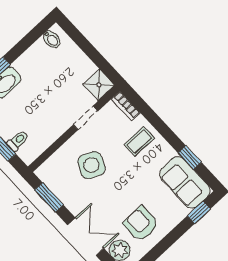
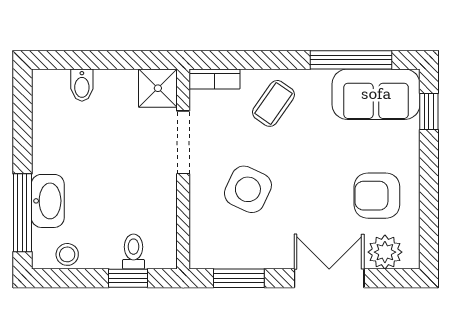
bidet: (52, 39) -> (82, 85), moved, turned 90
doorway: (86, 118) -> (183, 142), width x1.38
coffee table: (139, 141) -> (273, 103), turned 35
window: (190, 158) -> (351, 60), width x2.17

